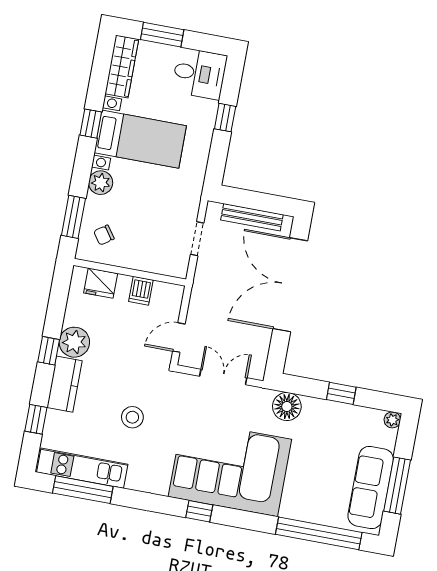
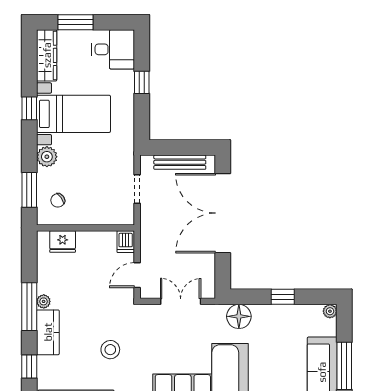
dishwasher: (141, 291) -> (126, 242), moved
plant: (74, 342) -> (44, 301), width x0.53, depth x0.53
window: (49, 351) -> (29, 307), width x2.17

